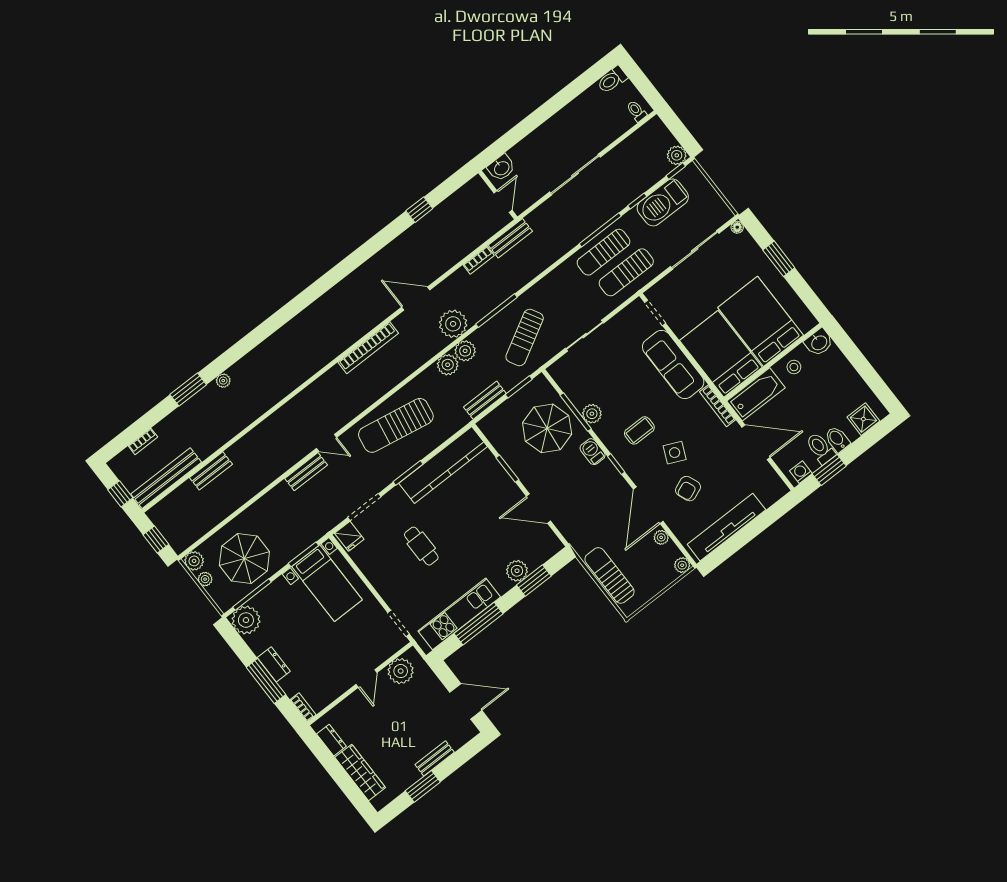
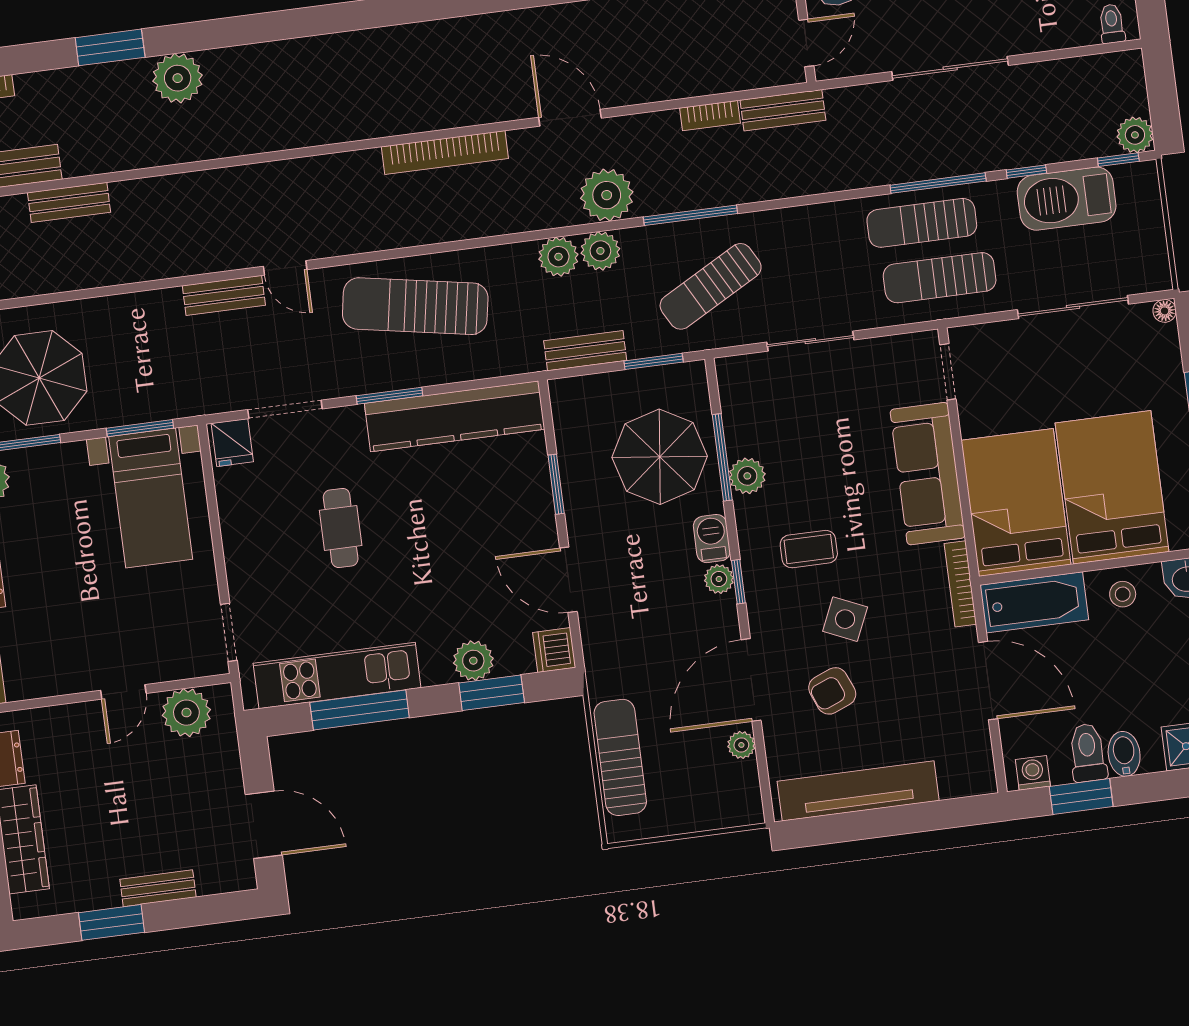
plant: (223, 381) -> (178, 78), width x1.87, depth x1.87
dishwasher: (551, 544) -> (554, 650), added
plant: (682, 565) -> (719, 579), moved

